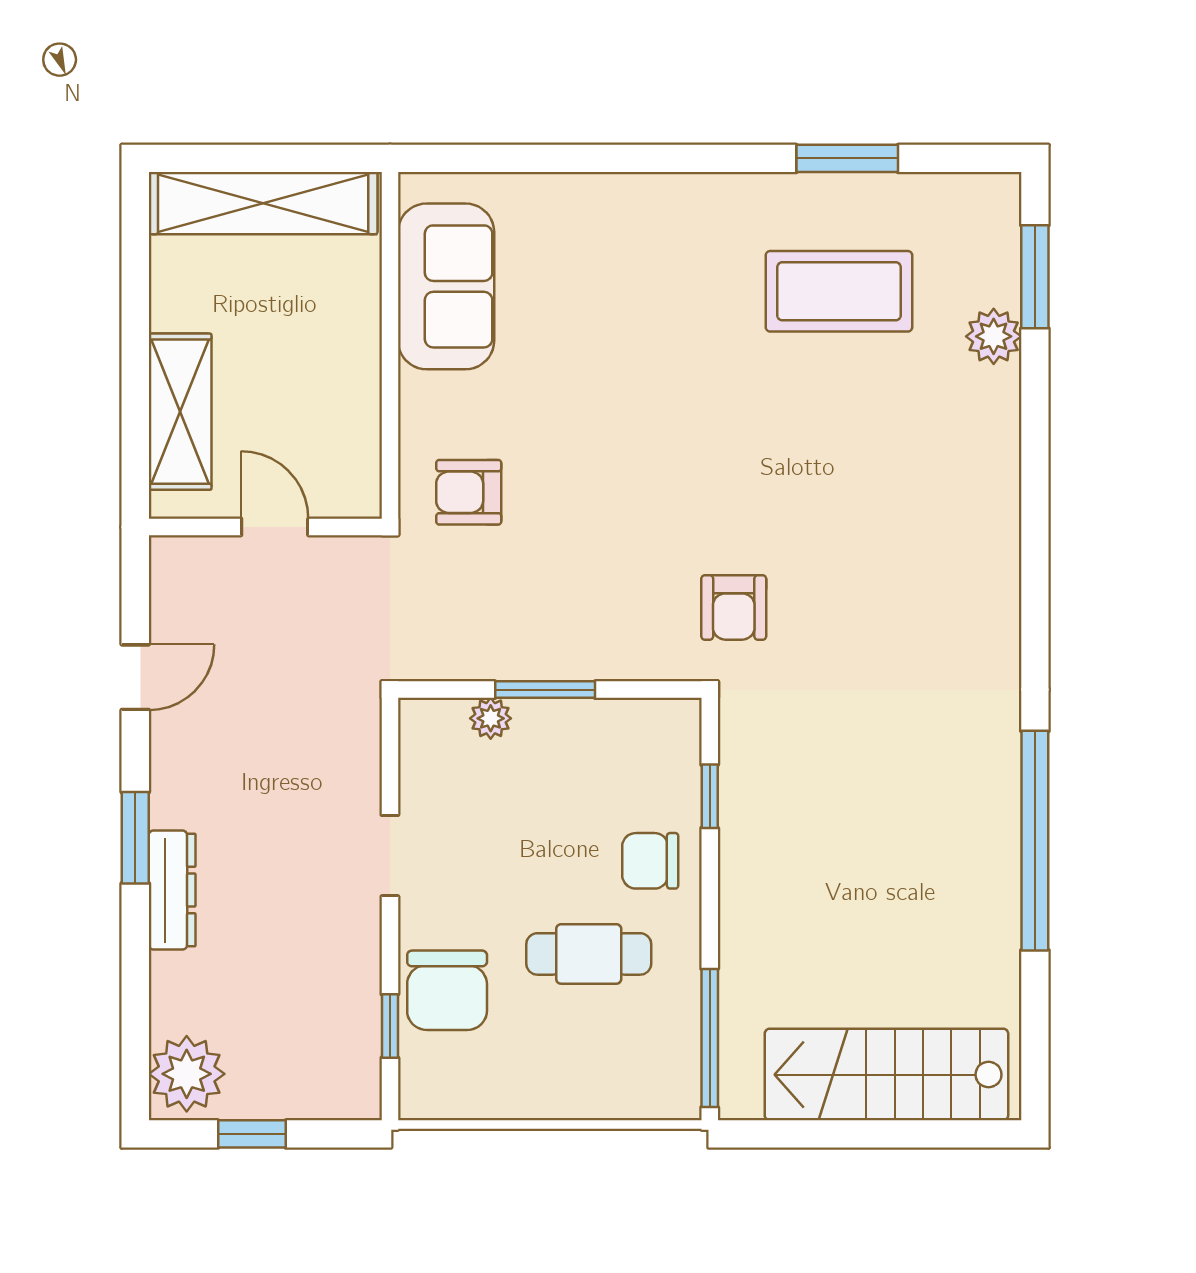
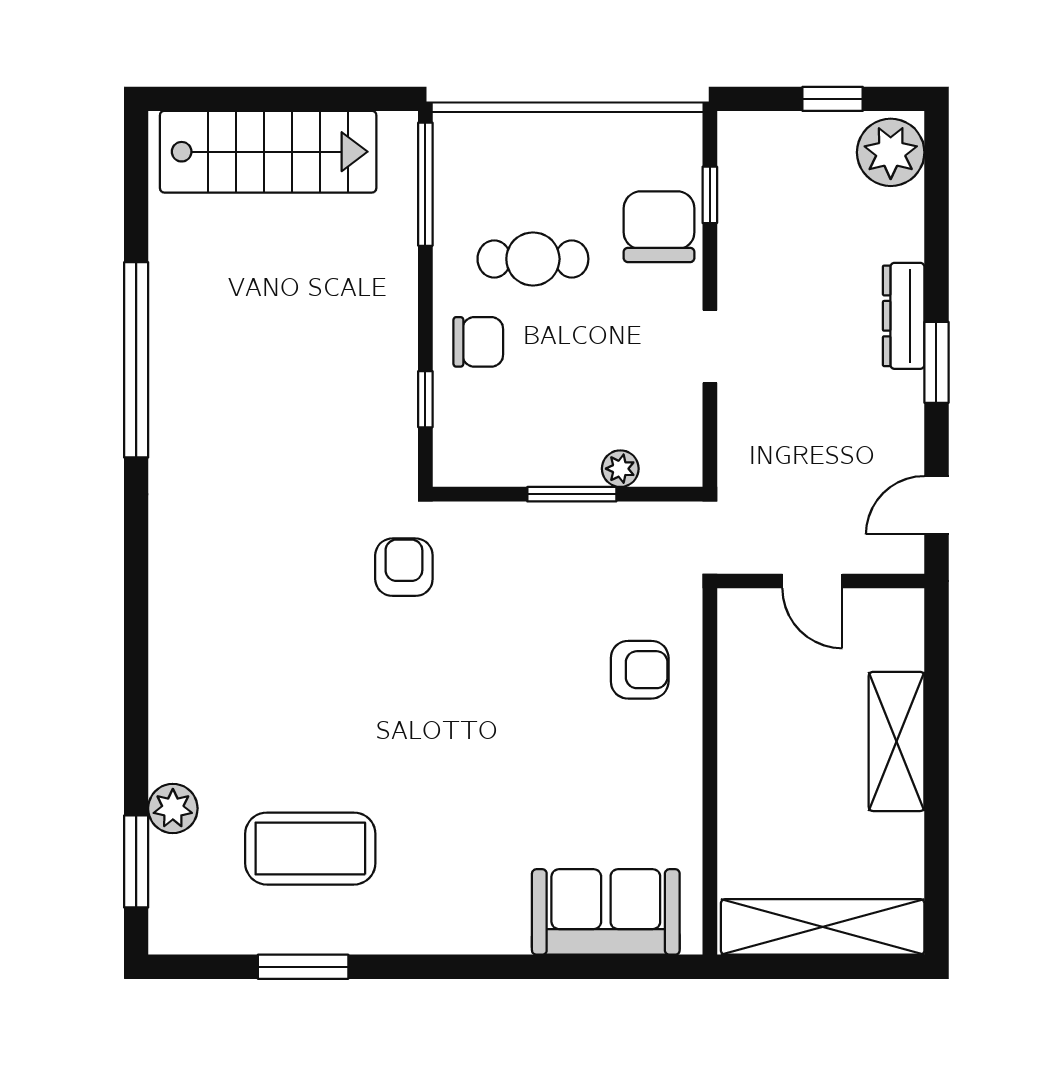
sofa: (446, 286) -> (606, 912), moved, turned 90
wall: (265, 527) -> (821, 581), moved
door: (275, 527) -> (812, 581), moved

